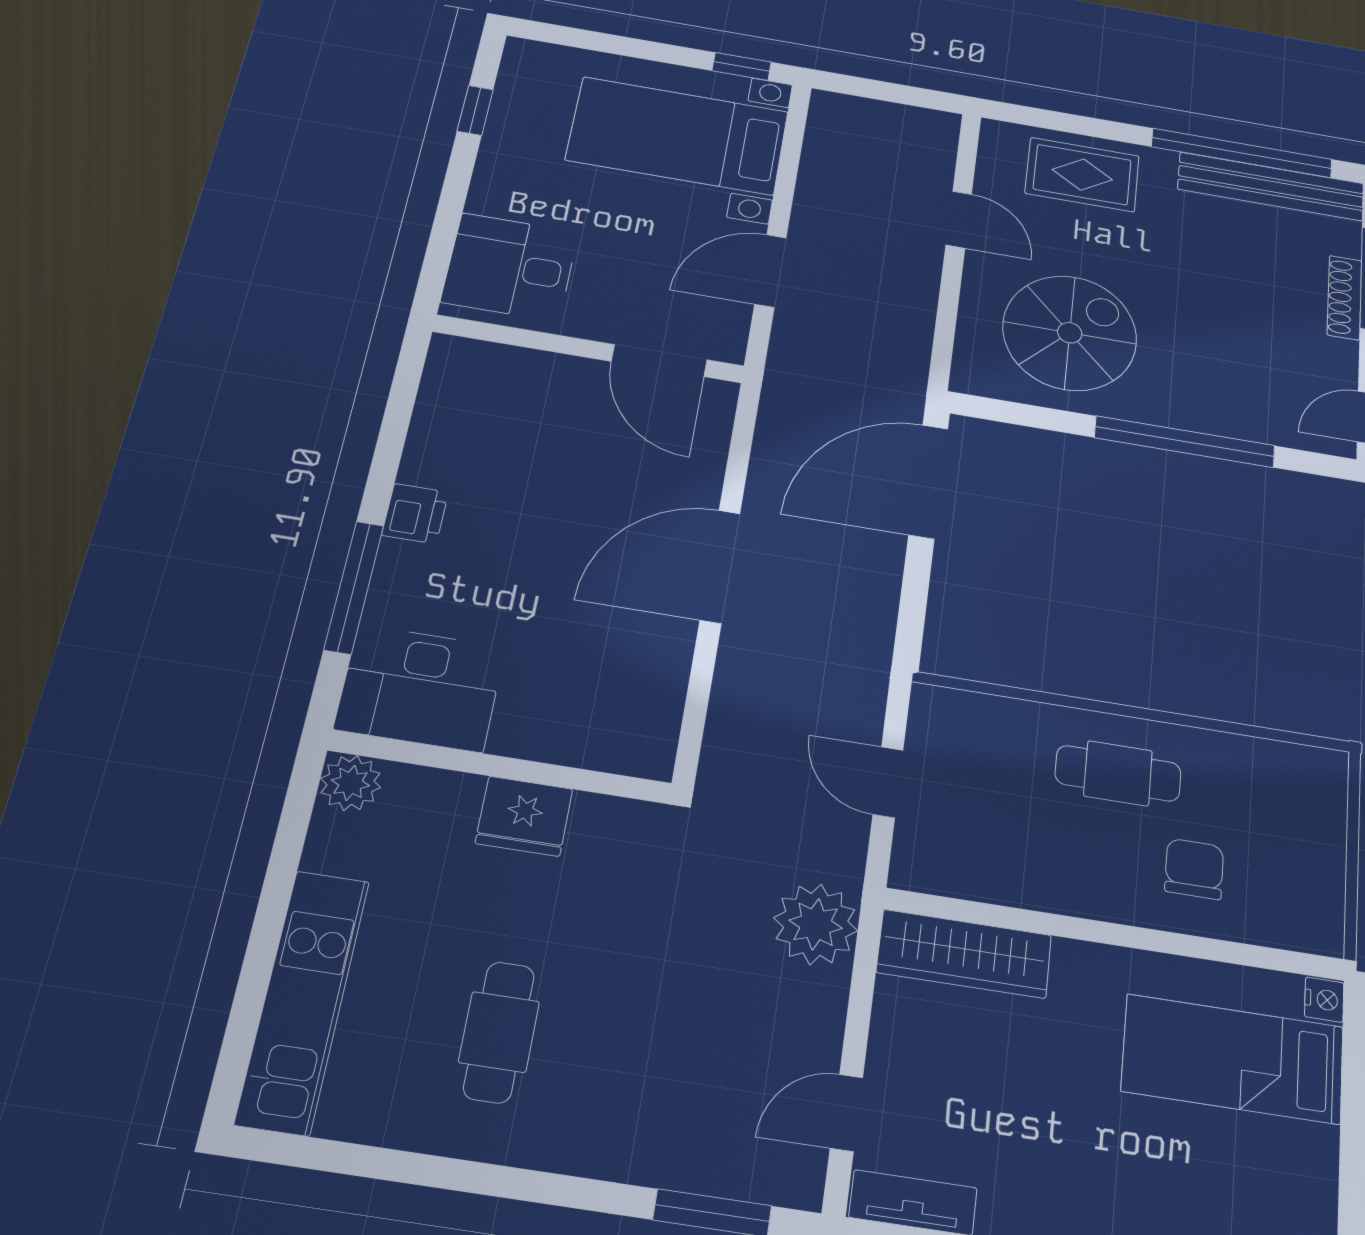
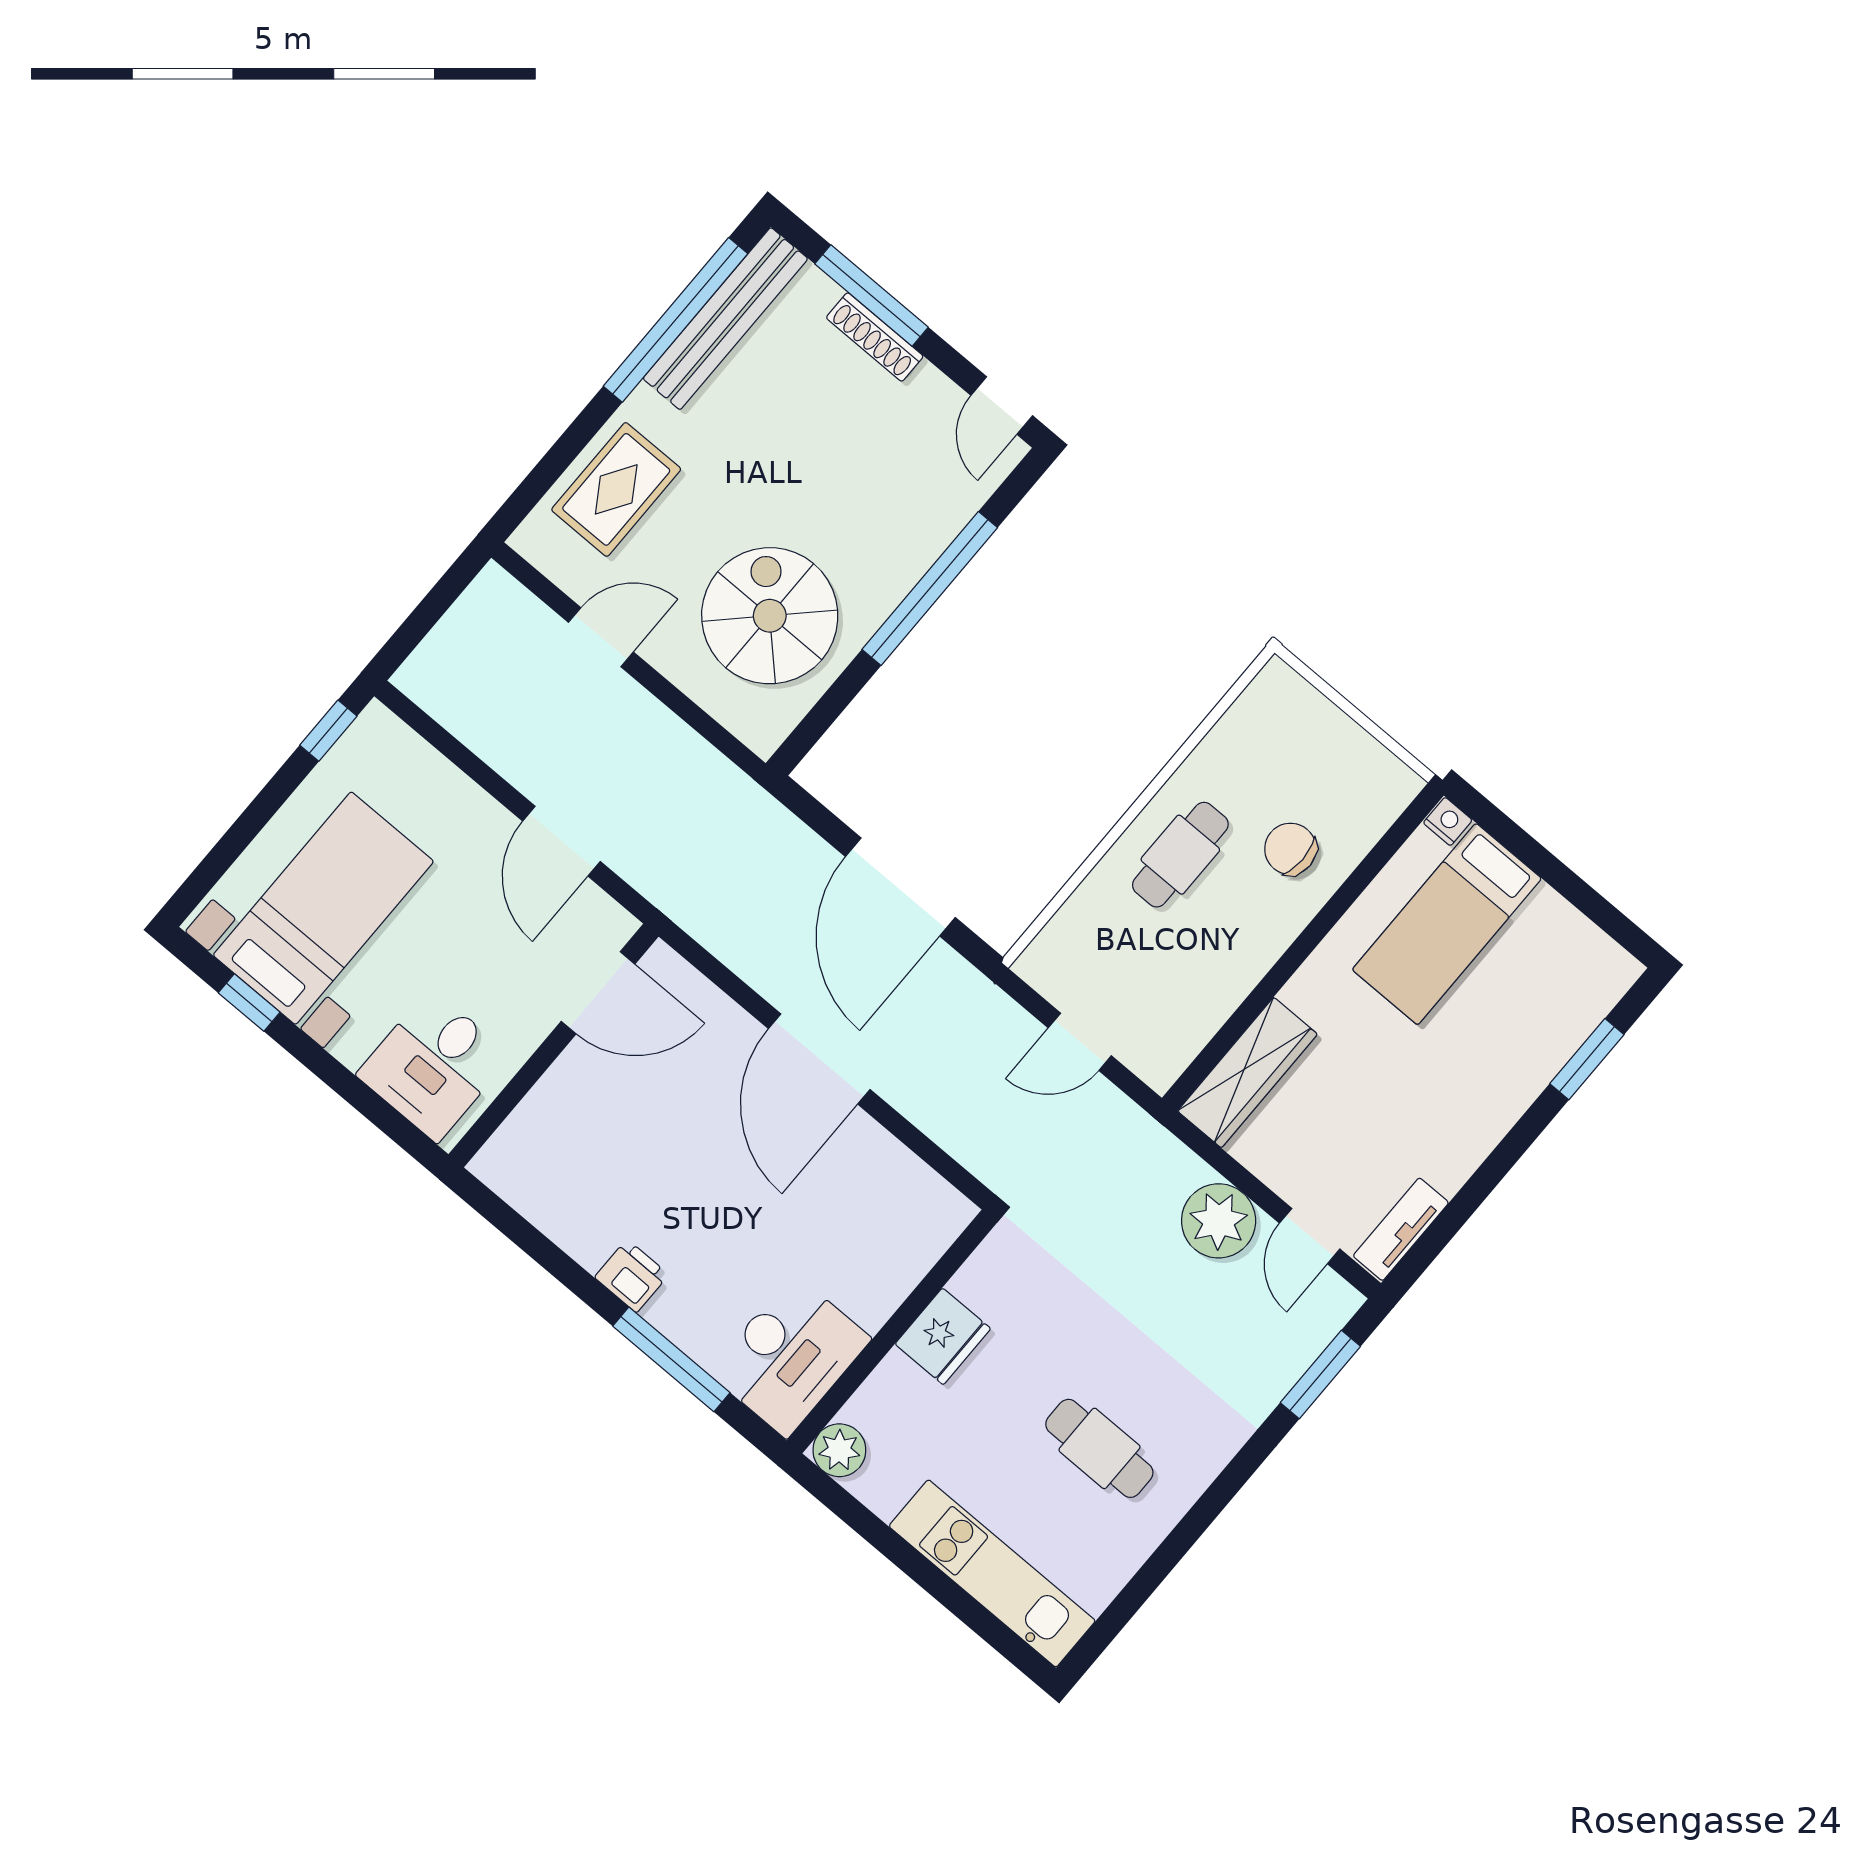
bed with nightstands: (678, 136) -> (323, 908), moved, turned 180
door: (928, 481) -> (900, 887), moved
plant: (816, 924) -> (1219, 1221), moved

